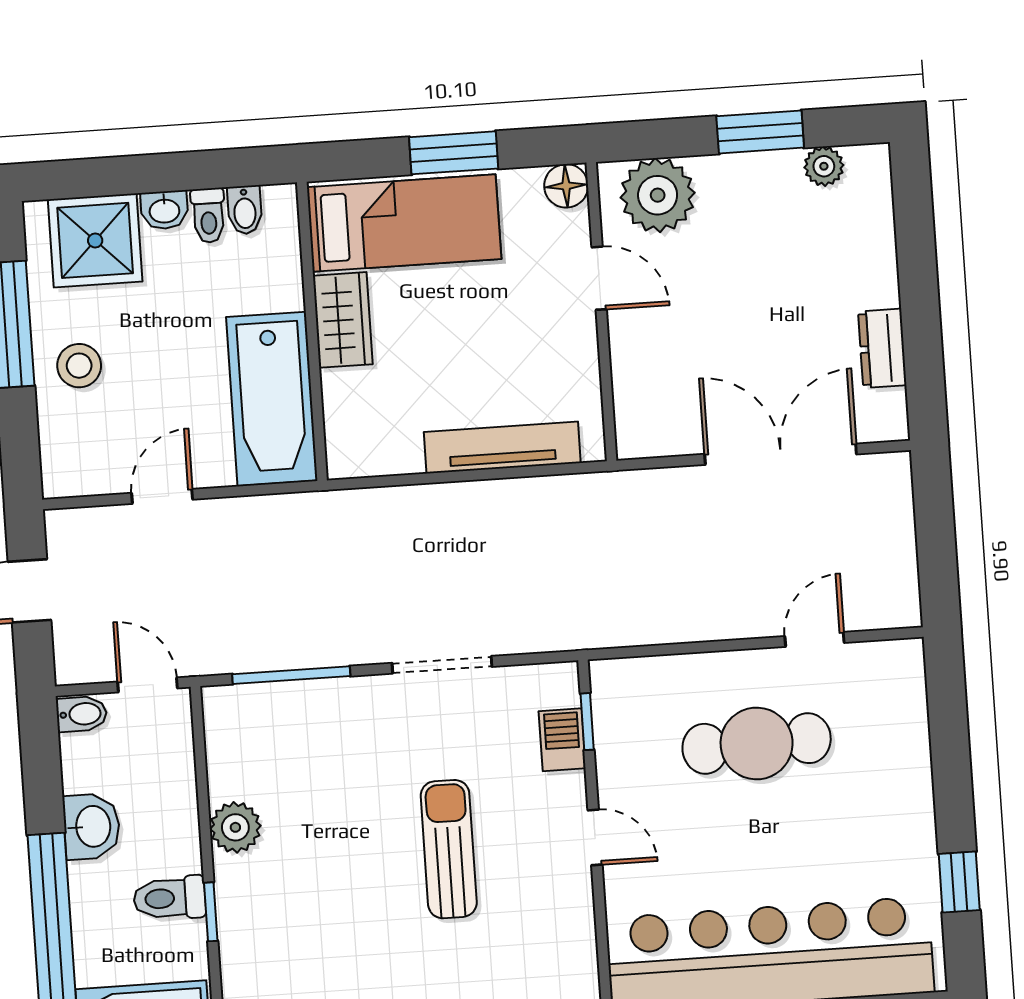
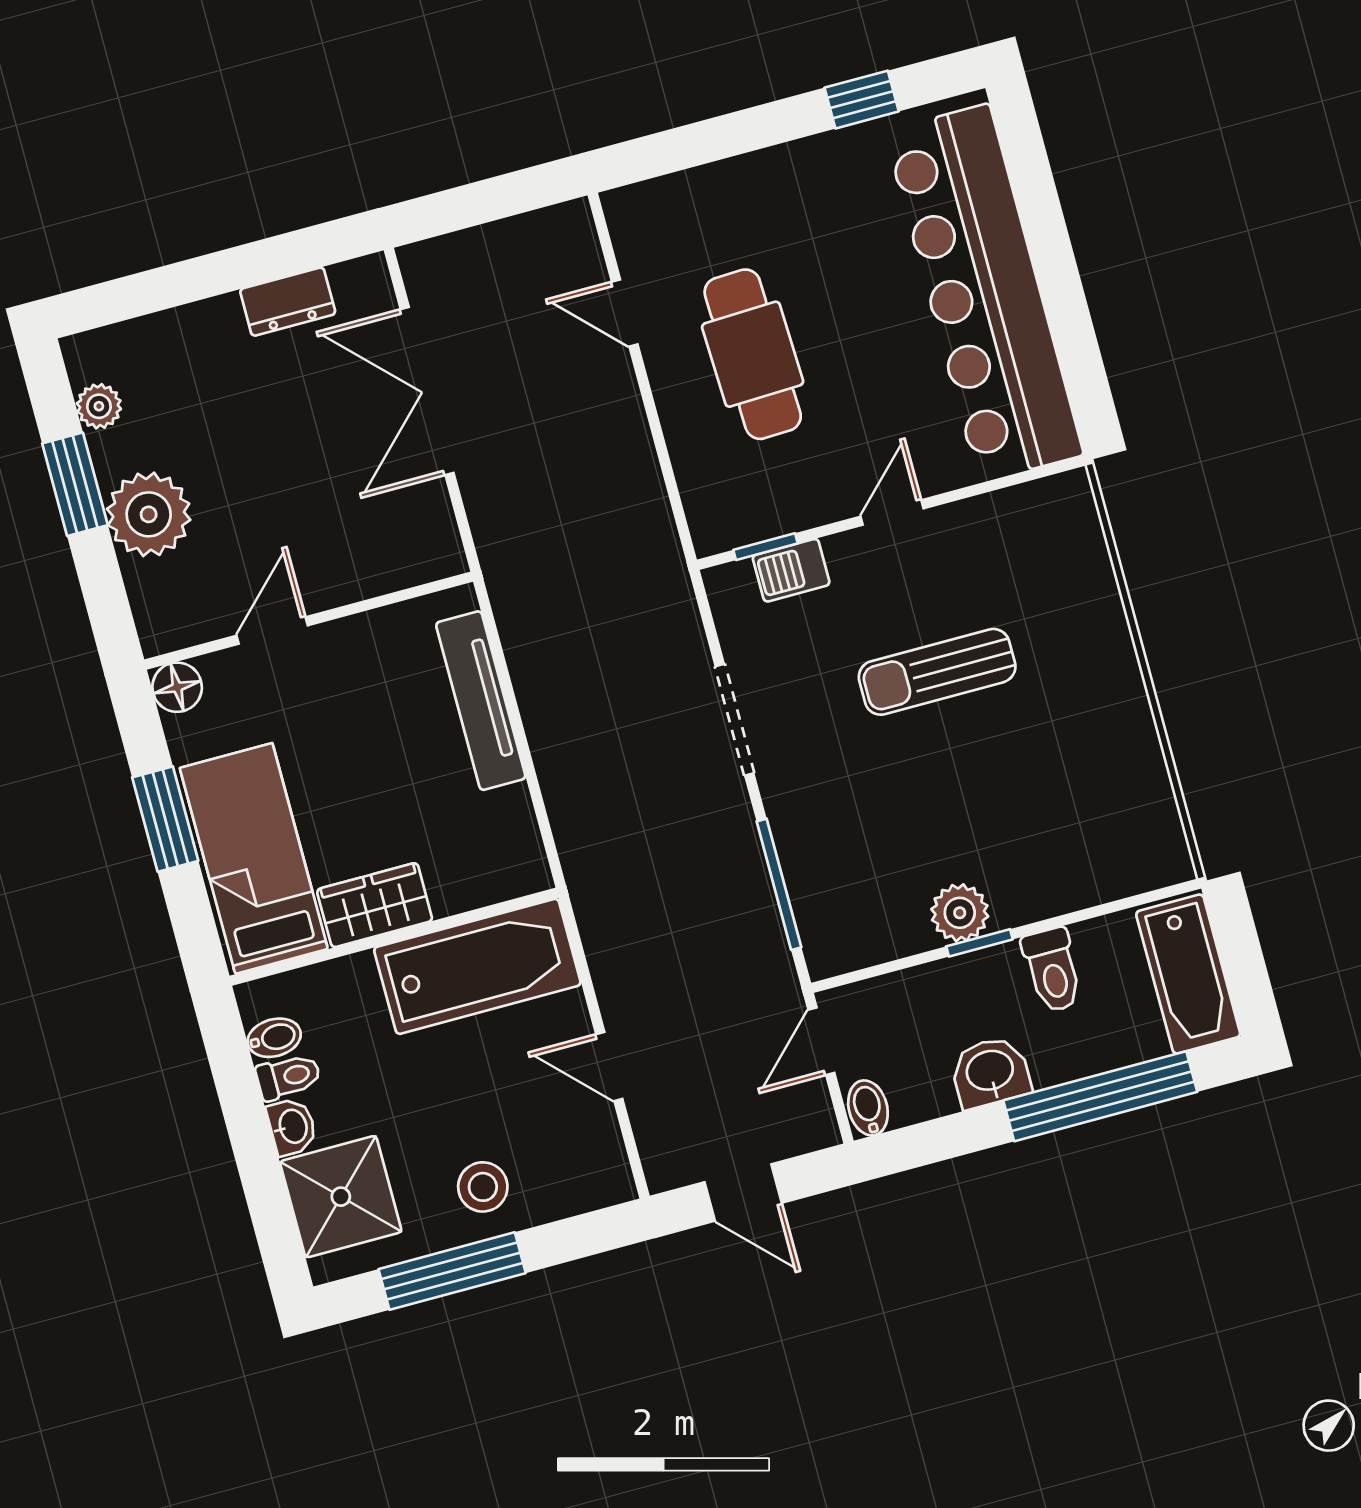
plant: (658, 195) -> (149, 514), moved
window: (211, 912) -> (979, 943), moved

